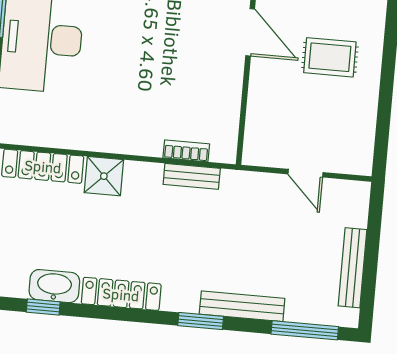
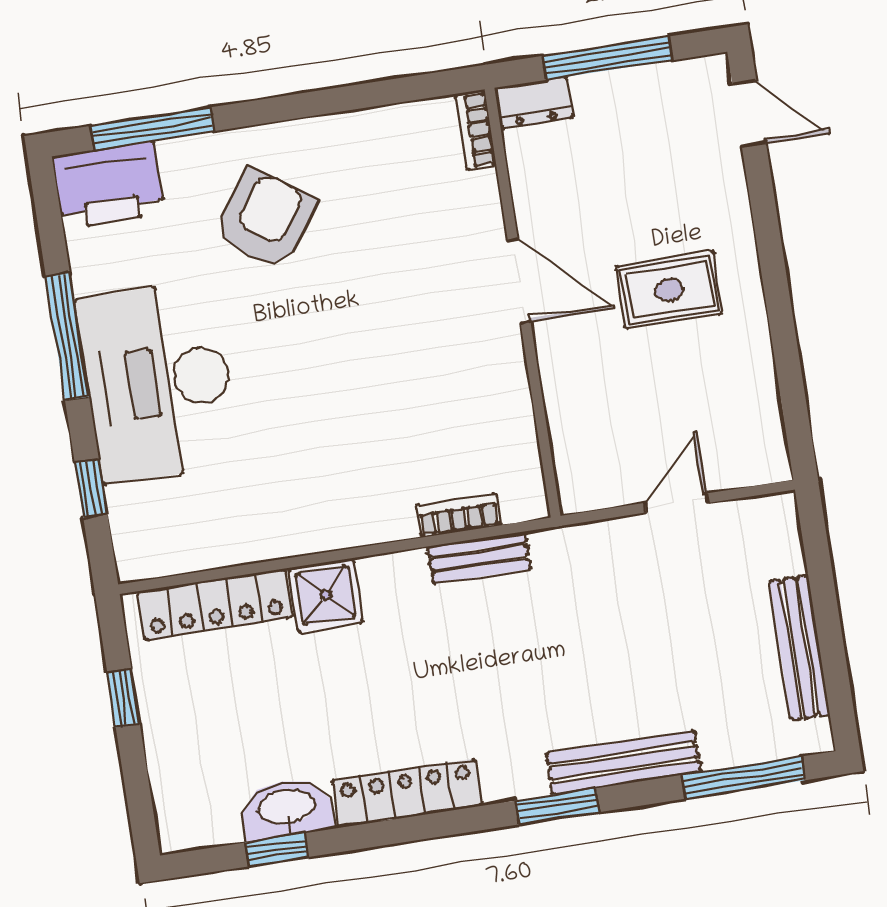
door: (305, 173) -> (677, 503), swing flipped

